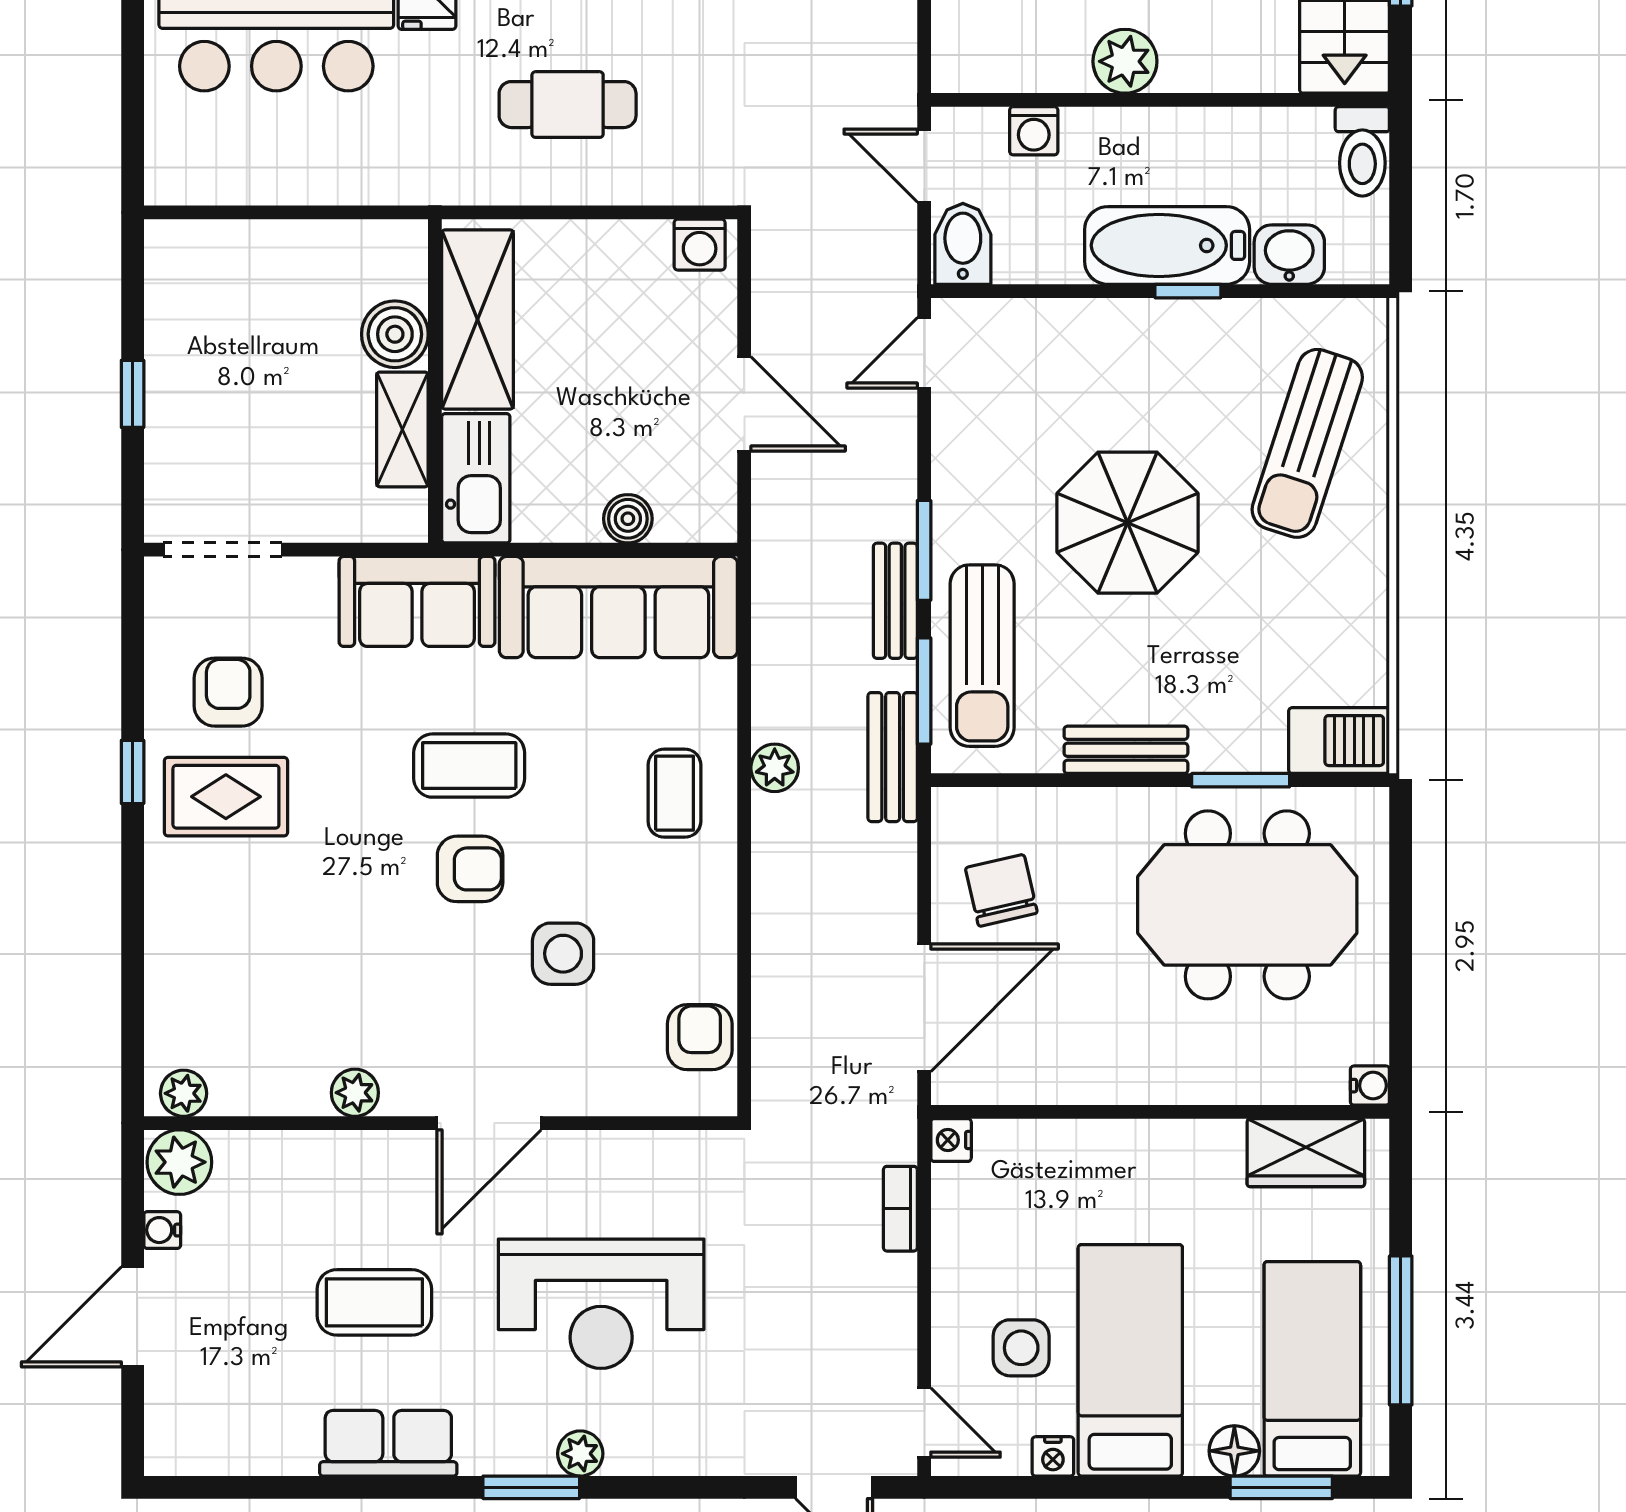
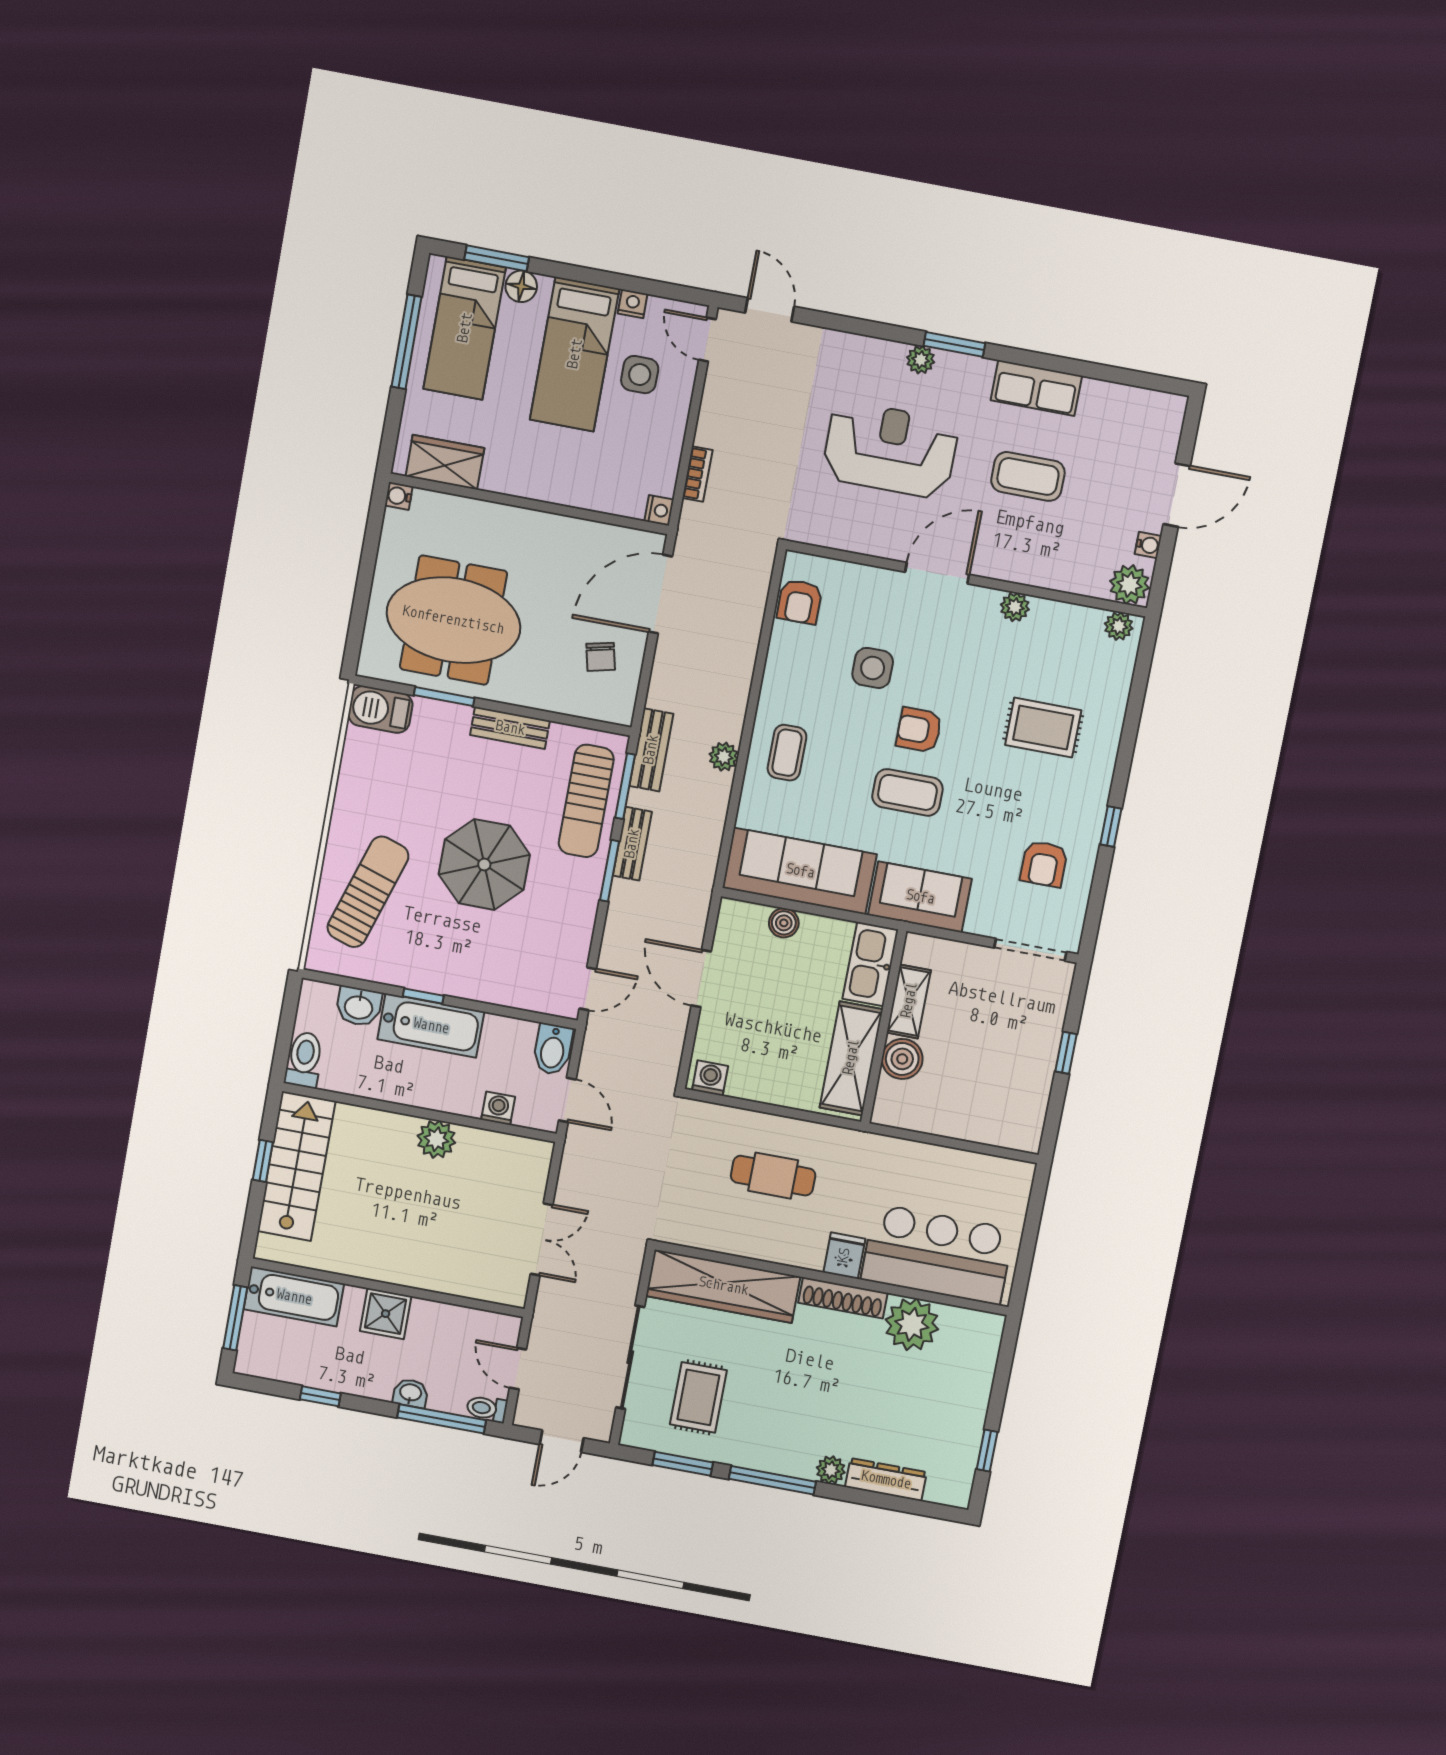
sun lounger: (982, 656) -> (586, 801), turned 180
rug: (226, 797) -> (1043, 728), moved
chair: (1001, 890) -> (601, 657), width x0.73, depth x0.73

